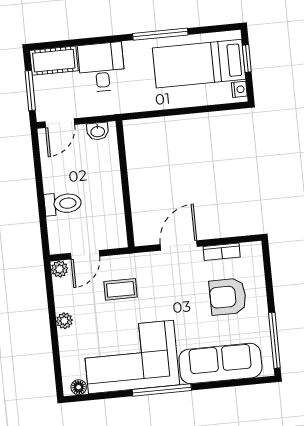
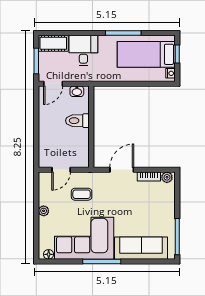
toilet: (63, 204) -> (77, 121), moved, turned 180
plant: (60, 269) -> (167, 177), moved
armchair: (228, 297) -> (150, 206), removed

